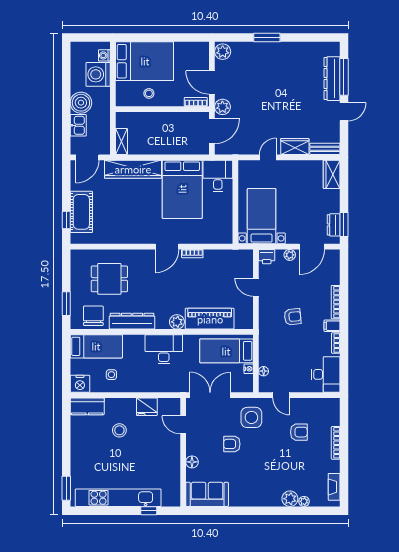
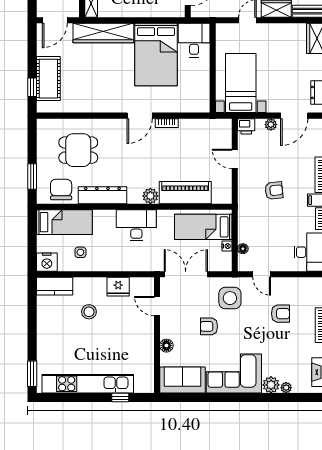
corner sofa: (255, 488) -> (234, 374), added

